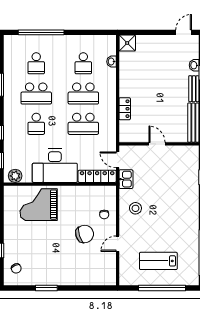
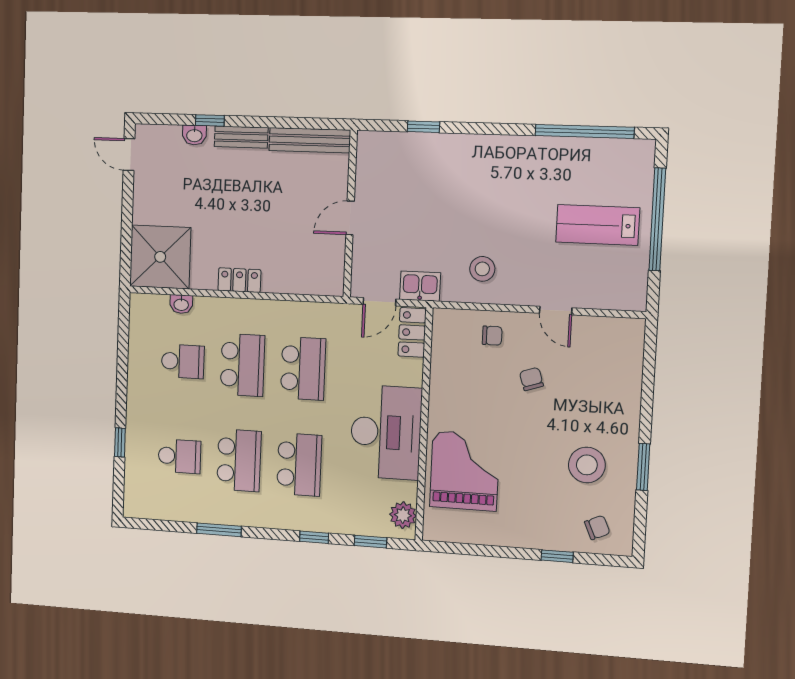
window: (41, 32) -> (120, 442), width x0.32
shower: (127, 43) -> (160, 257), width x1.86, depth x1.86
locker: (125, 109) -> (239, 280), moved
school desk: (36, 124) -> (299, 465), width x1.85
locker: (97, 176) -> (412, 332), width x0.66
grand piano: (39, 205) -> (465, 471), turned 180
chair: (85, 234) -> (531, 379), width x0.54, depth x0.54
lab bench: (158, 261) -> (598, 225), turned 90
stool: (46, 262) -> (587, 465), added

